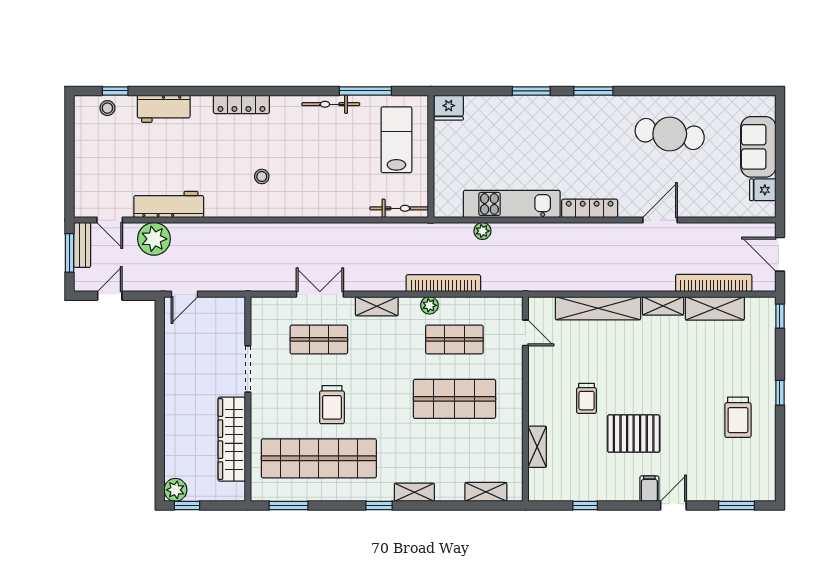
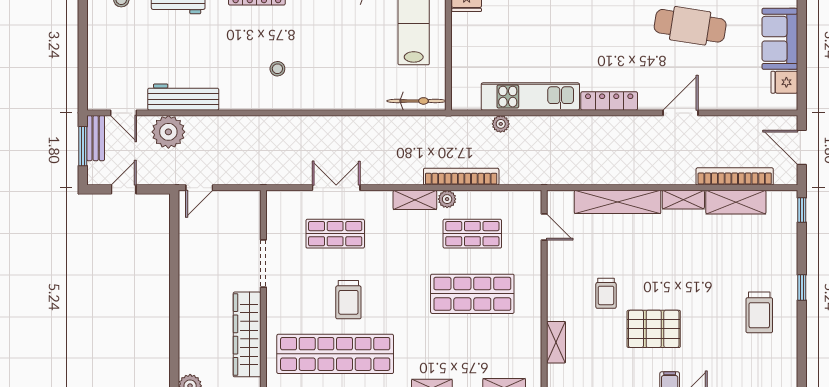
shelving: (377, 306) -> (415, 200), moved

